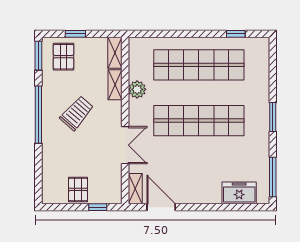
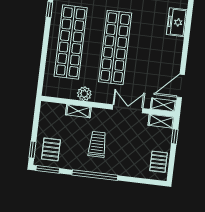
window: (75, 34) -> (32, 150), moved
shelving: (115, 53) -> (161, 121), moved
pallet: (63, 57) -> (51, 149), turned 90
trolley: (77, 113) -> (97, 144), turned 49
pallet: (78, 189) -> (159, 162), moved, turned 90

